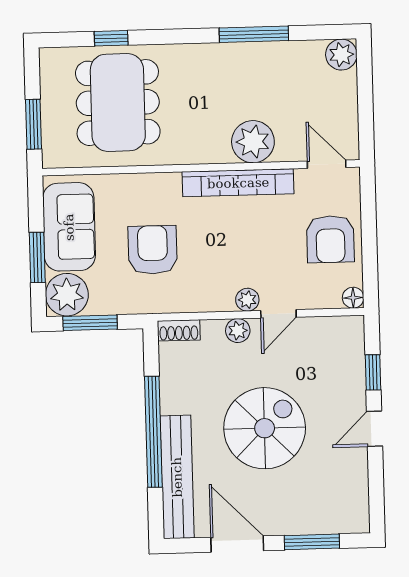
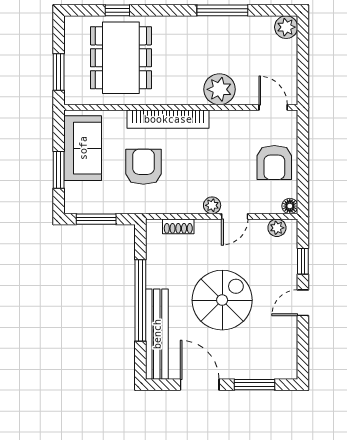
bookcase: (238, 183) -> (168, 119), moved
plant: (67, 295) -> (80, 198), removed
shoe rack: (179, 330) -> (178, 226), moved
plant: (238, 331) -> (277, 228), moved

